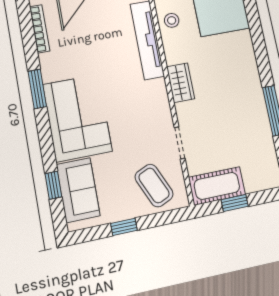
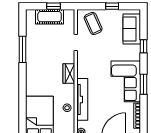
corner sofa: (77, 118) -> (126, 81), moved
window: (53, 185) -> (144, 46), moved
cot: (217, 186) -> (50, 17), moved

